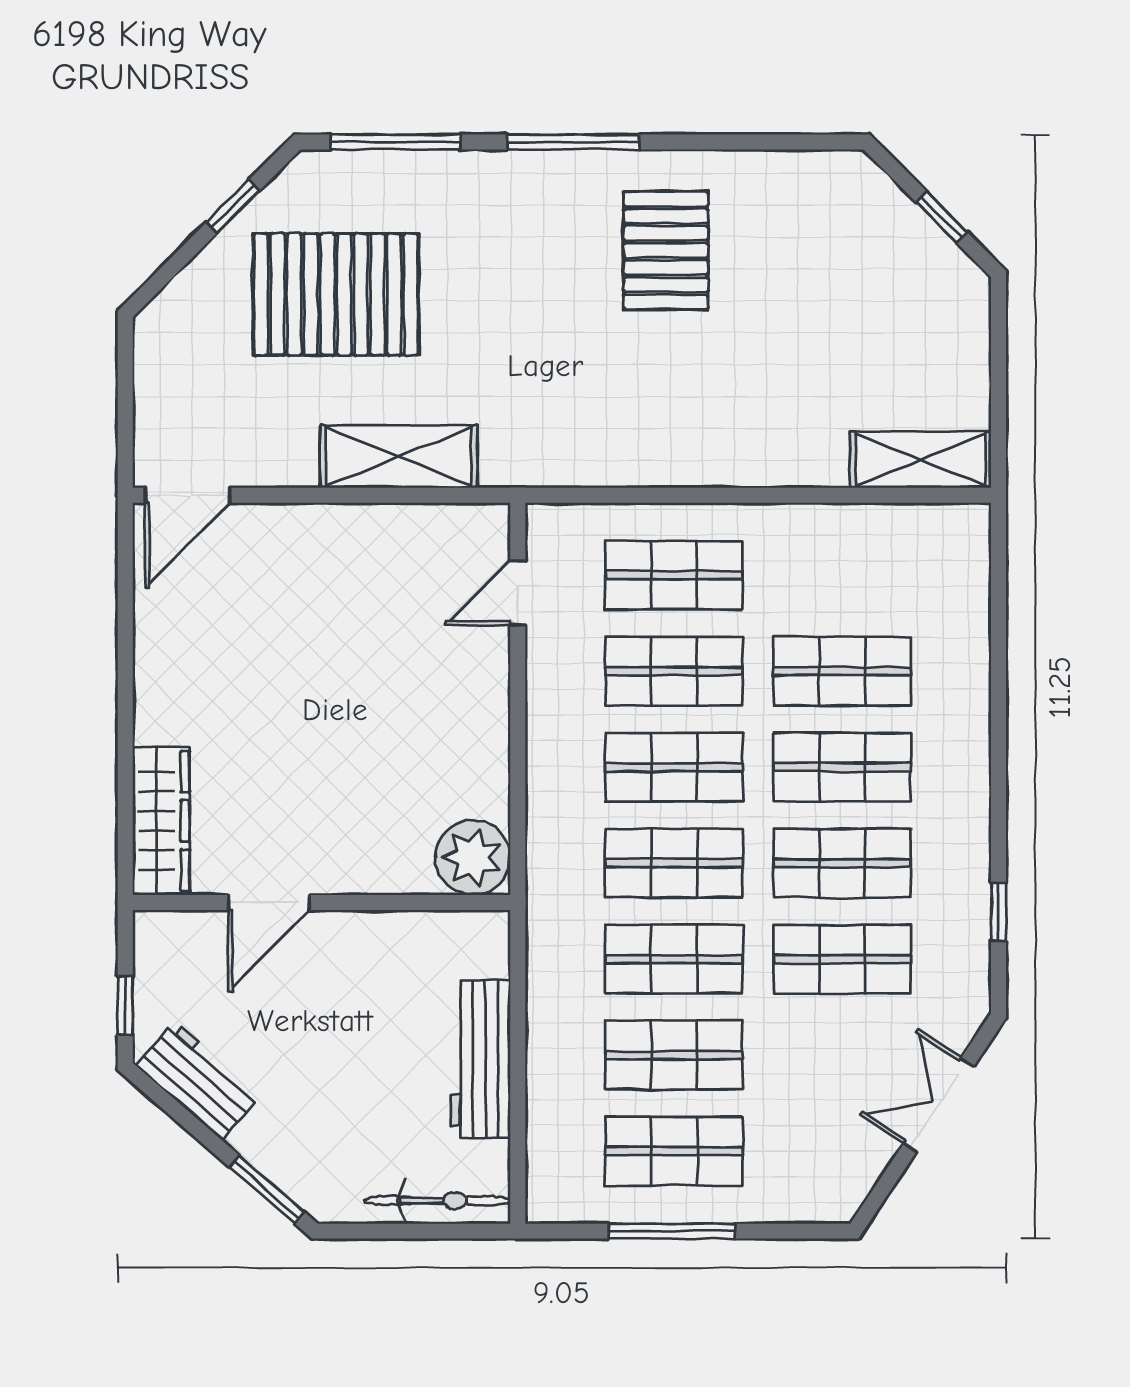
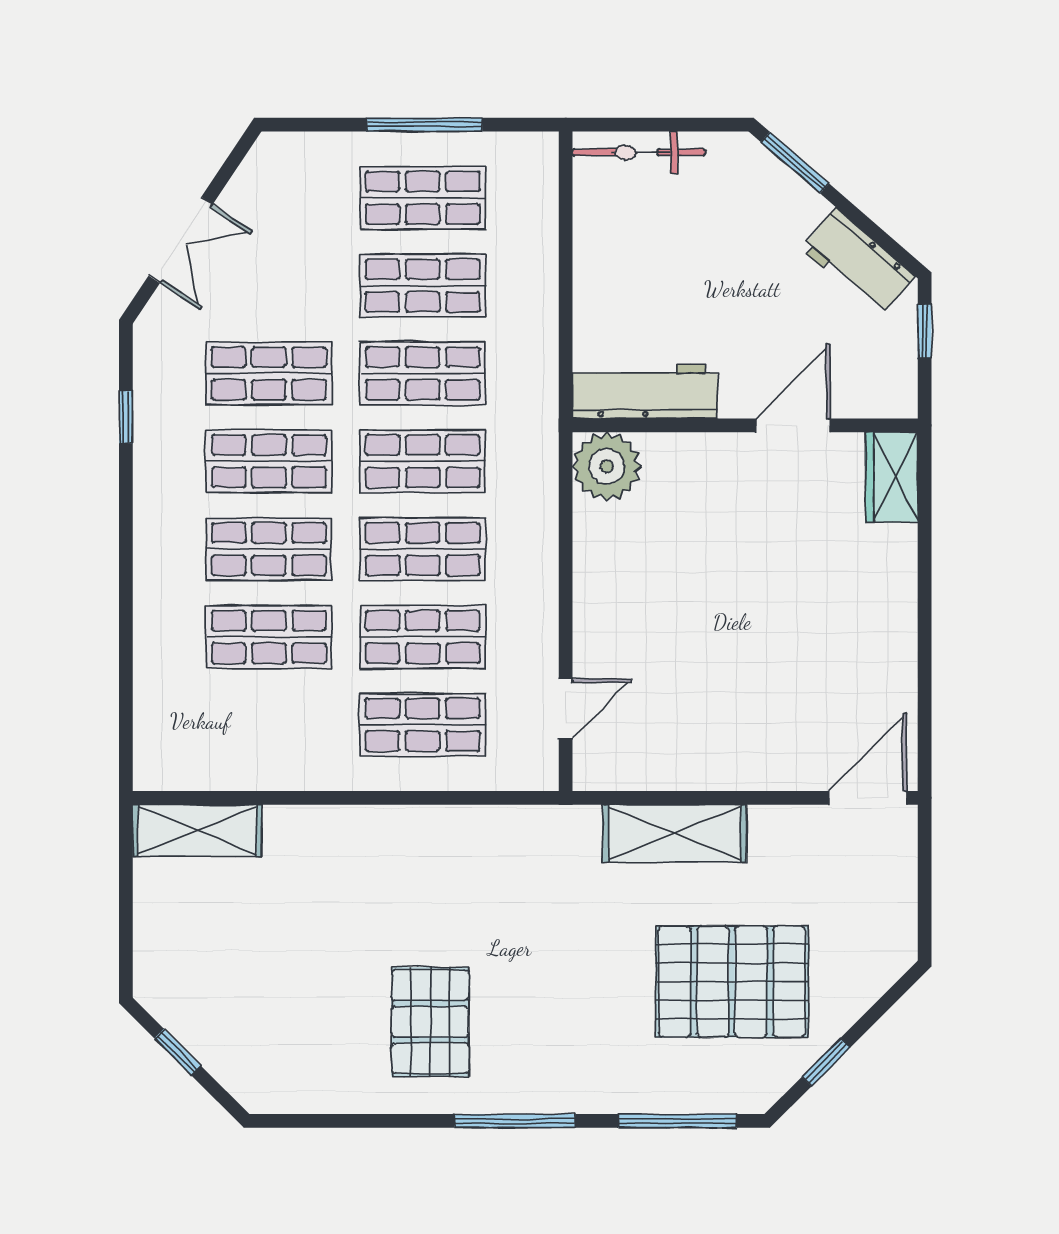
wardrobe: (161, 821) -> (892, 477), width x0.67
workbench: (481, 1059) -> (645, 391), moved, turned -90

